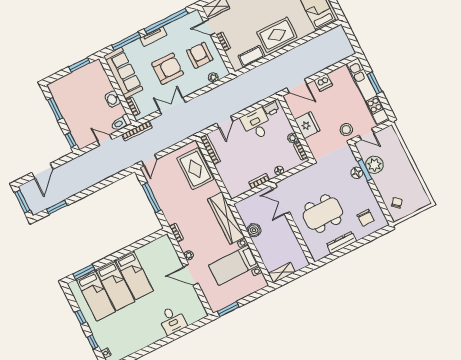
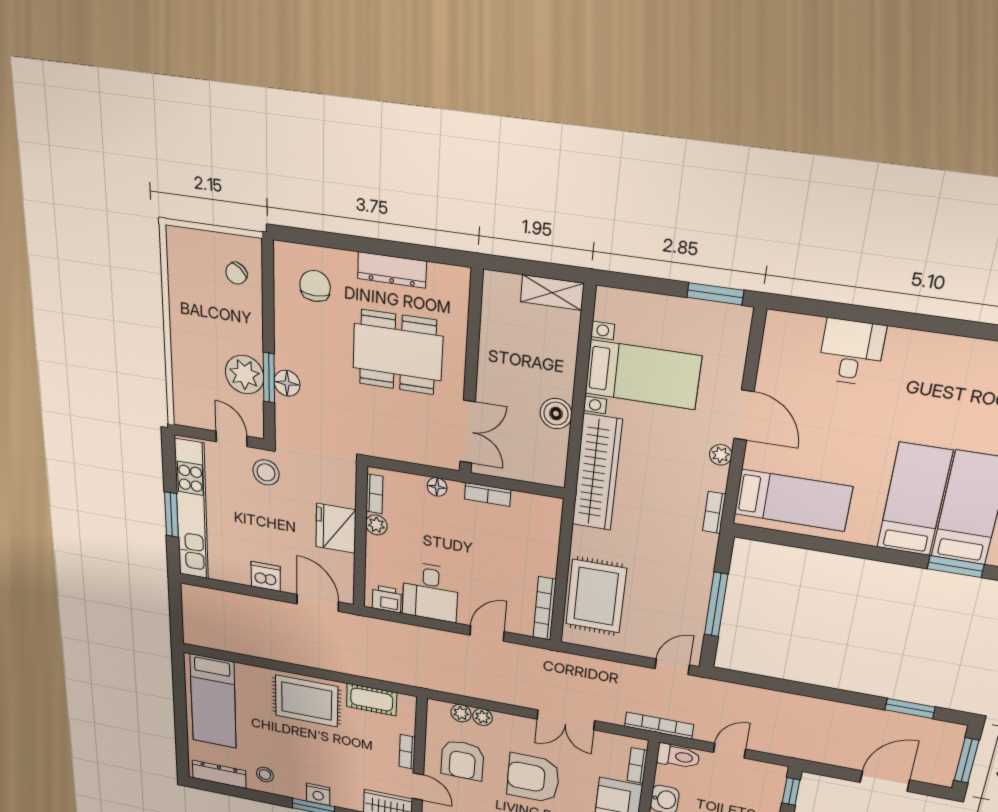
plant: (204, 82) -> (483, 717), added
door: (105, 140) -> (729, 751), swing flipped
bed: (134, 275) -> (793, 500), moved, turned 90

